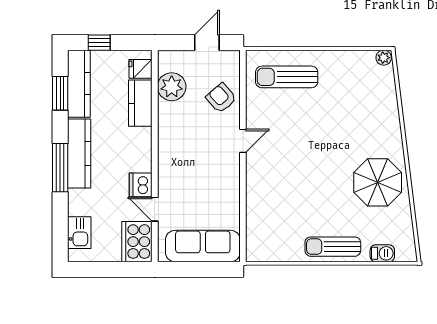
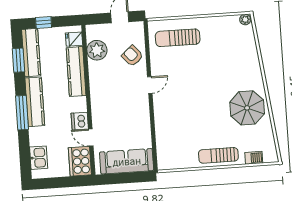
kitchen counter: (140, 103) -> (76, 72), width x1.50

